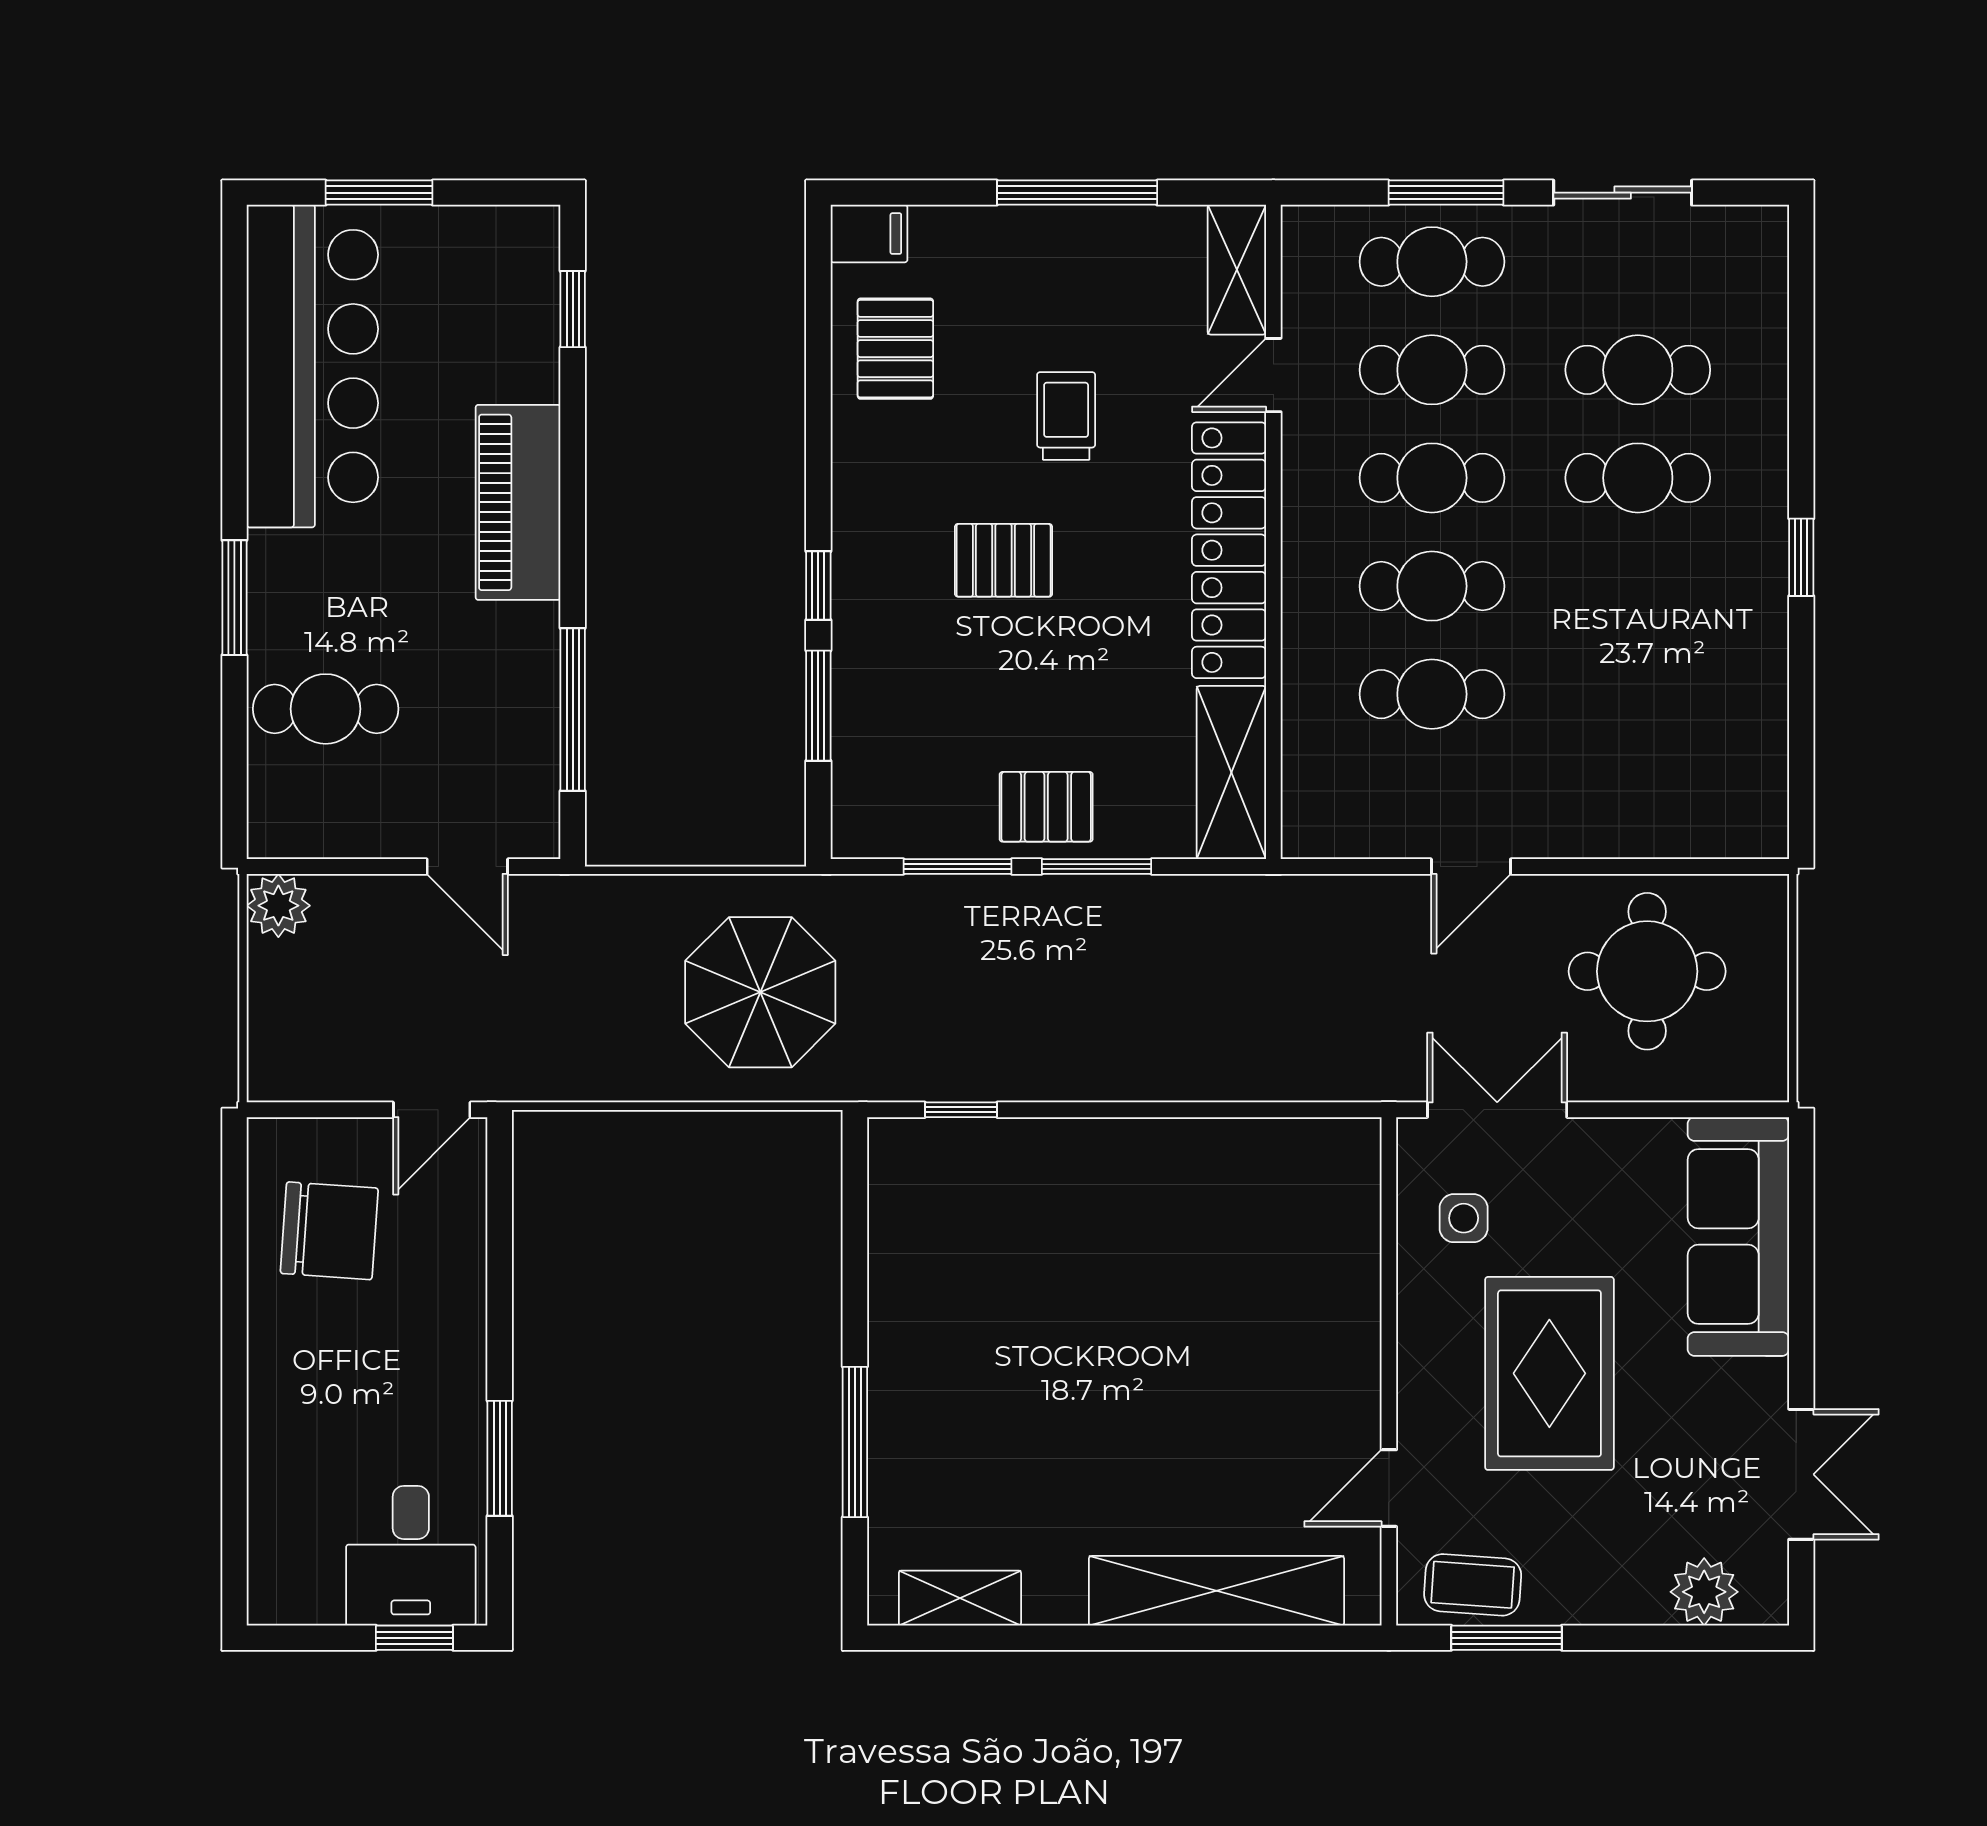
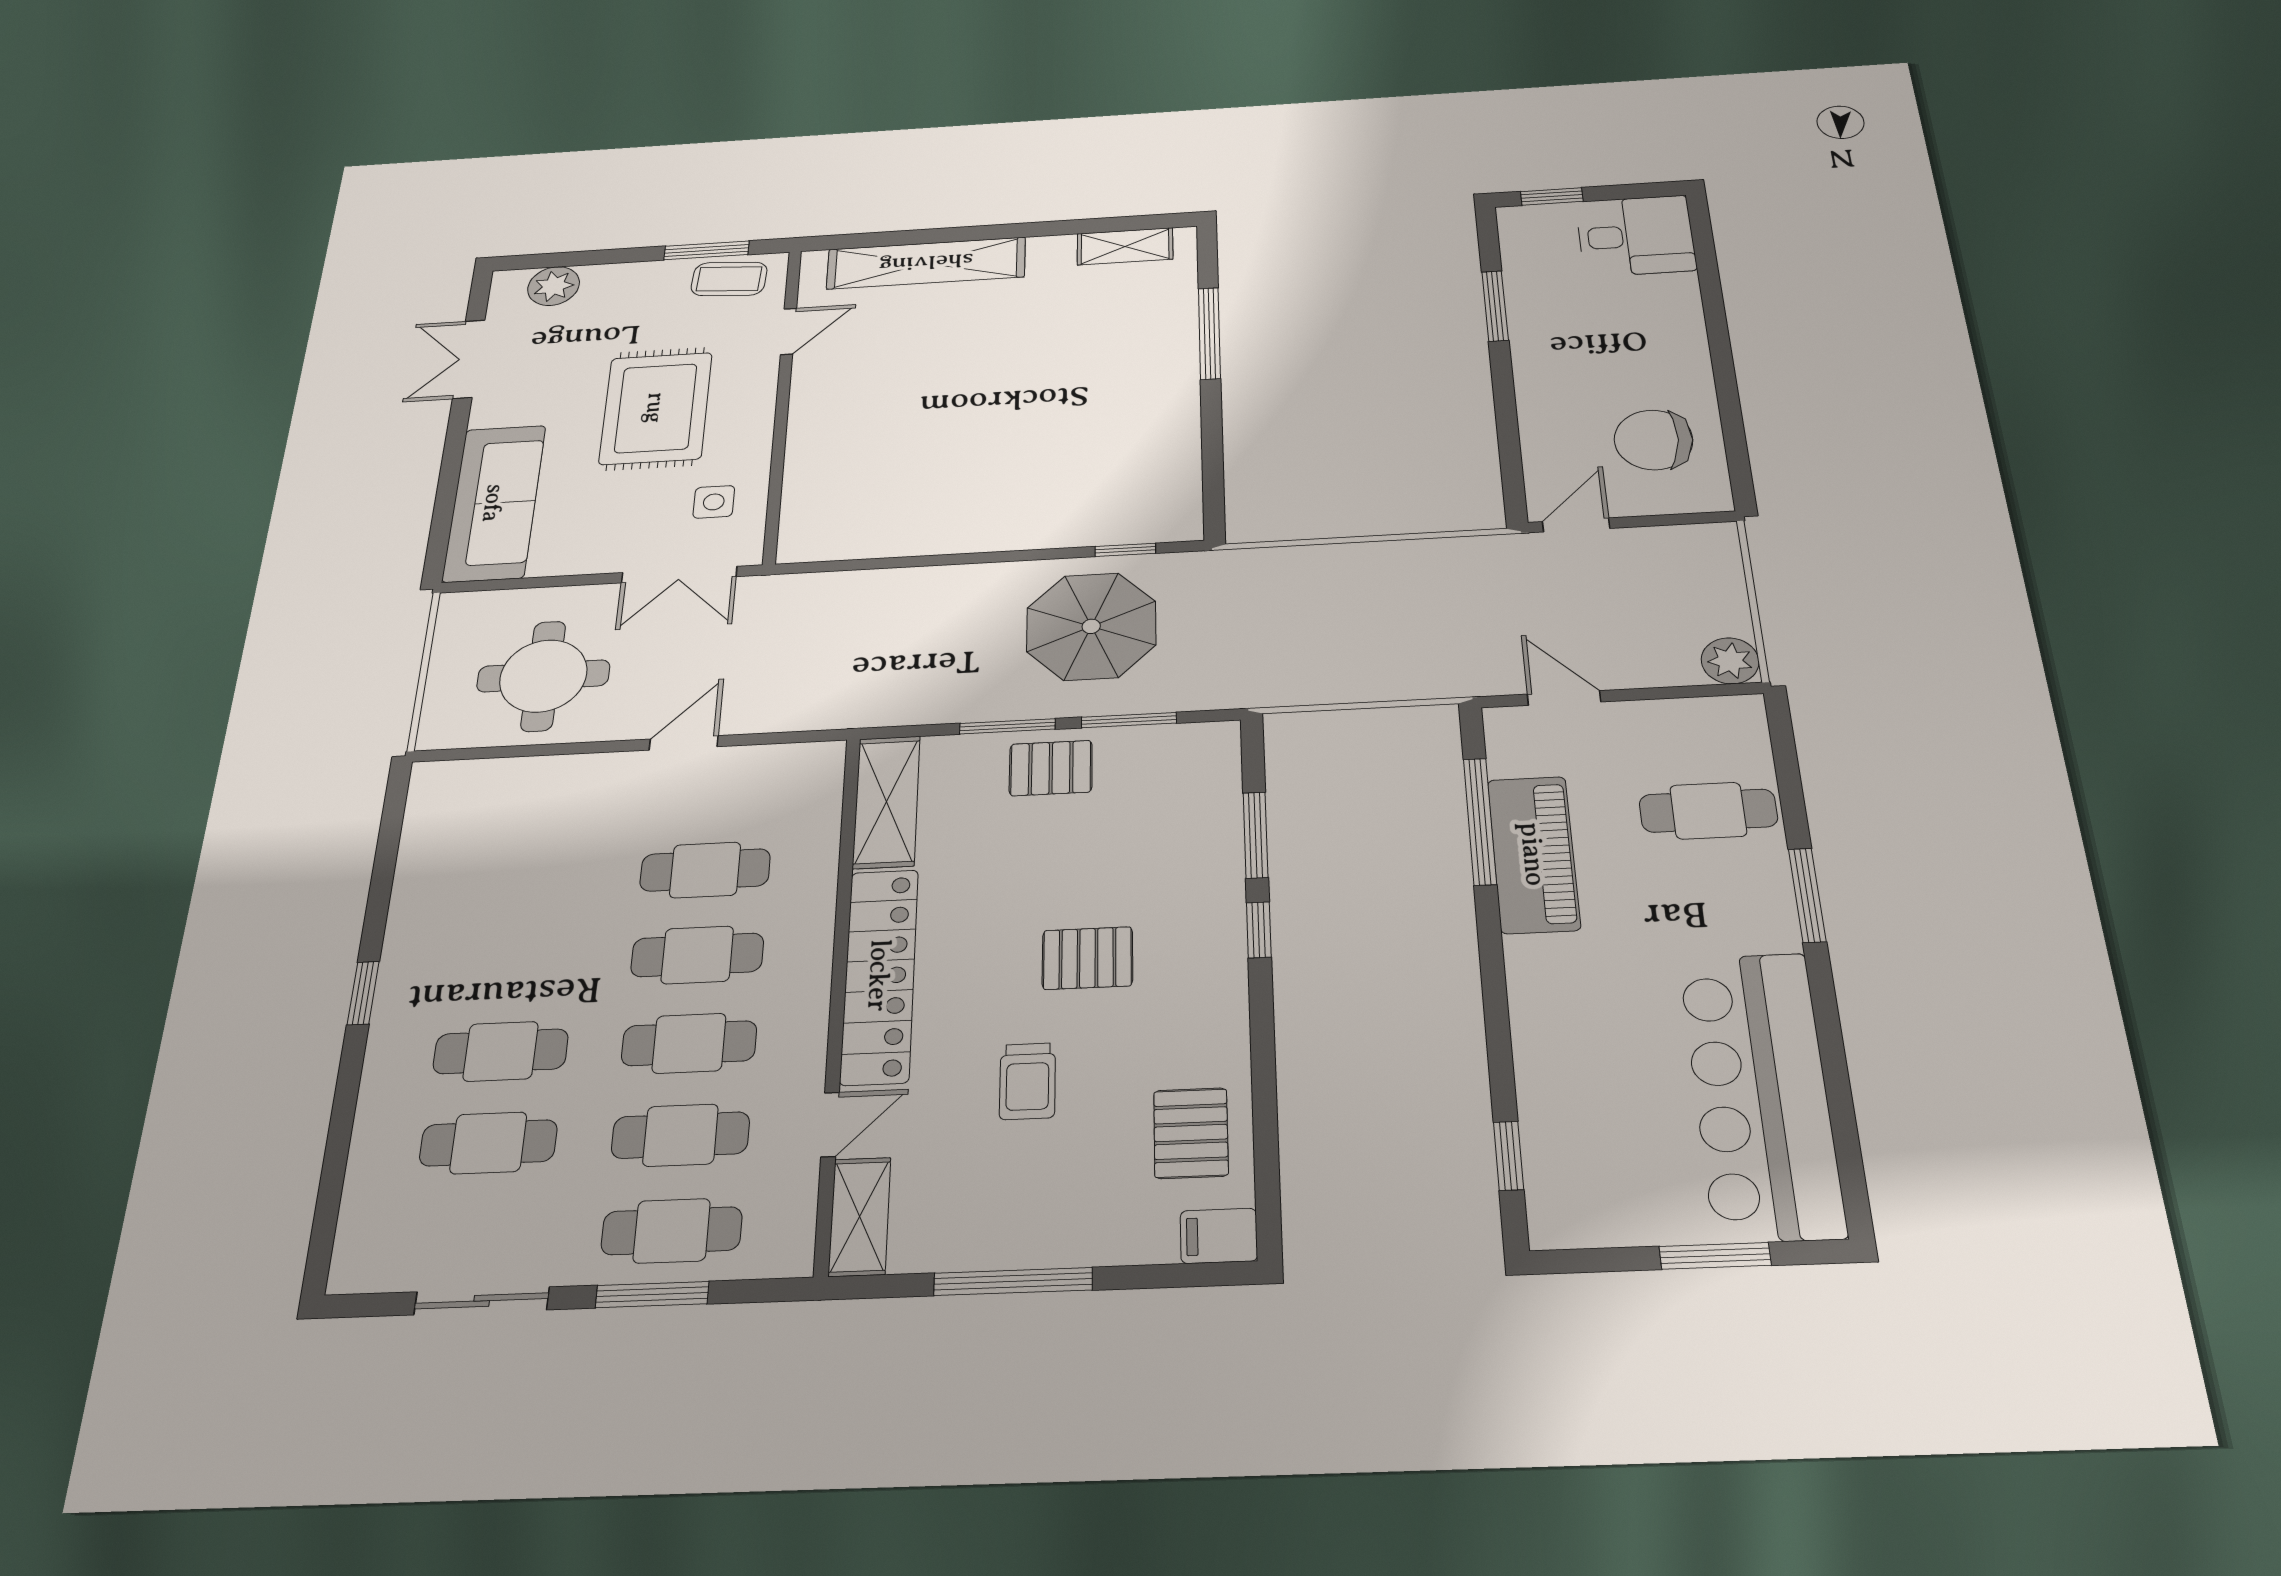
piano: (518, 502) -> (1534, 854), moved
parasol: (760, 992) -> (1091, 626), moved
desk: (411, 1556) -> (1636, 236), moved, turned 90

